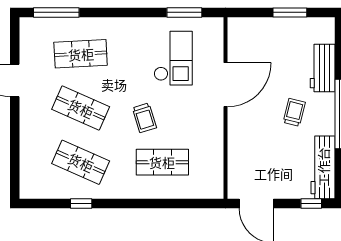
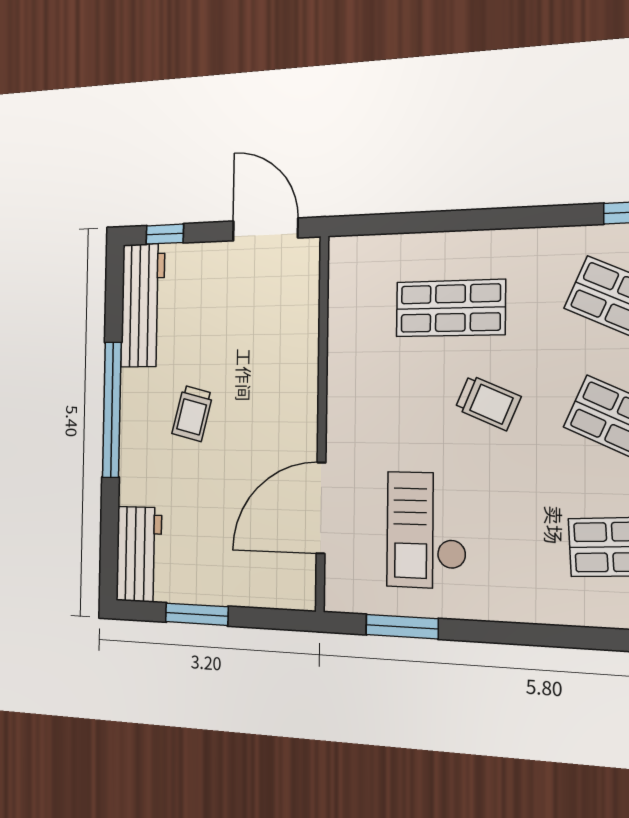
workbench: (323, 68) -> (139, 554), moved
door: (225, 85) -> (321, 508), moved
trolley: (144, 118) -> (488, 403), turned 130

